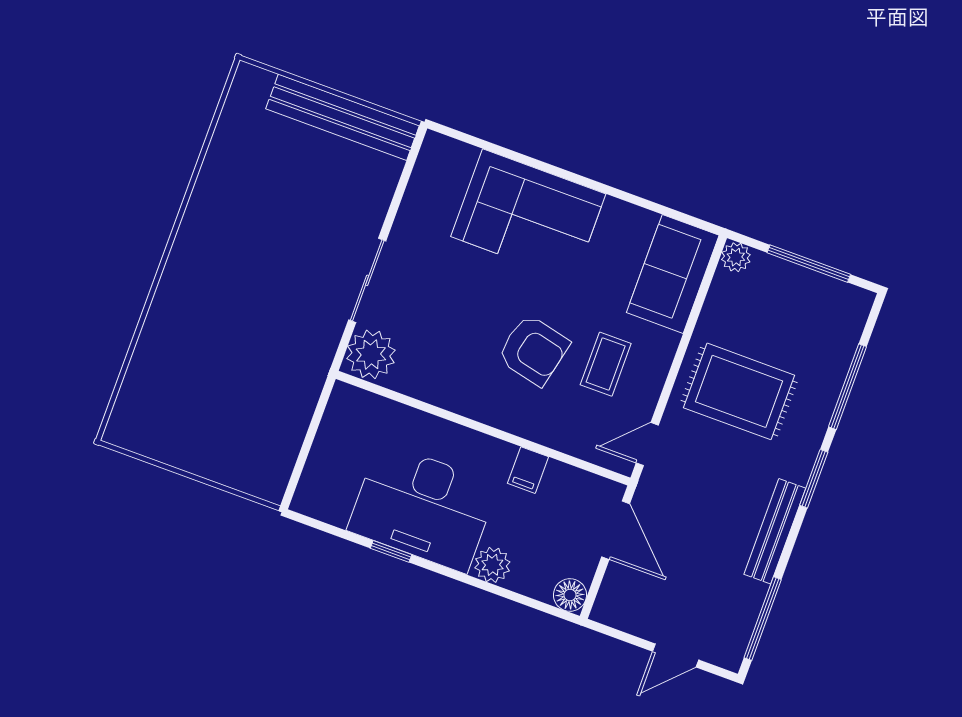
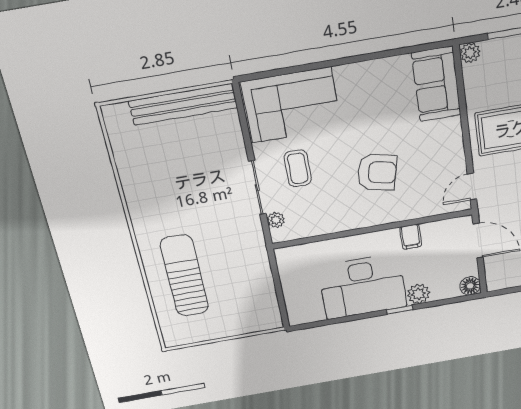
corner sofa: (528, 215) -> (291, 105), moved
sun lounger: (196, 348) -> (184, 276), added
plant: (371, 354) -> (276, 220), width x0.53, depth x0.53
coffee table: (606, 364) -> (298, 168), moved
window: (391, 551) -> (400, 310), moved

